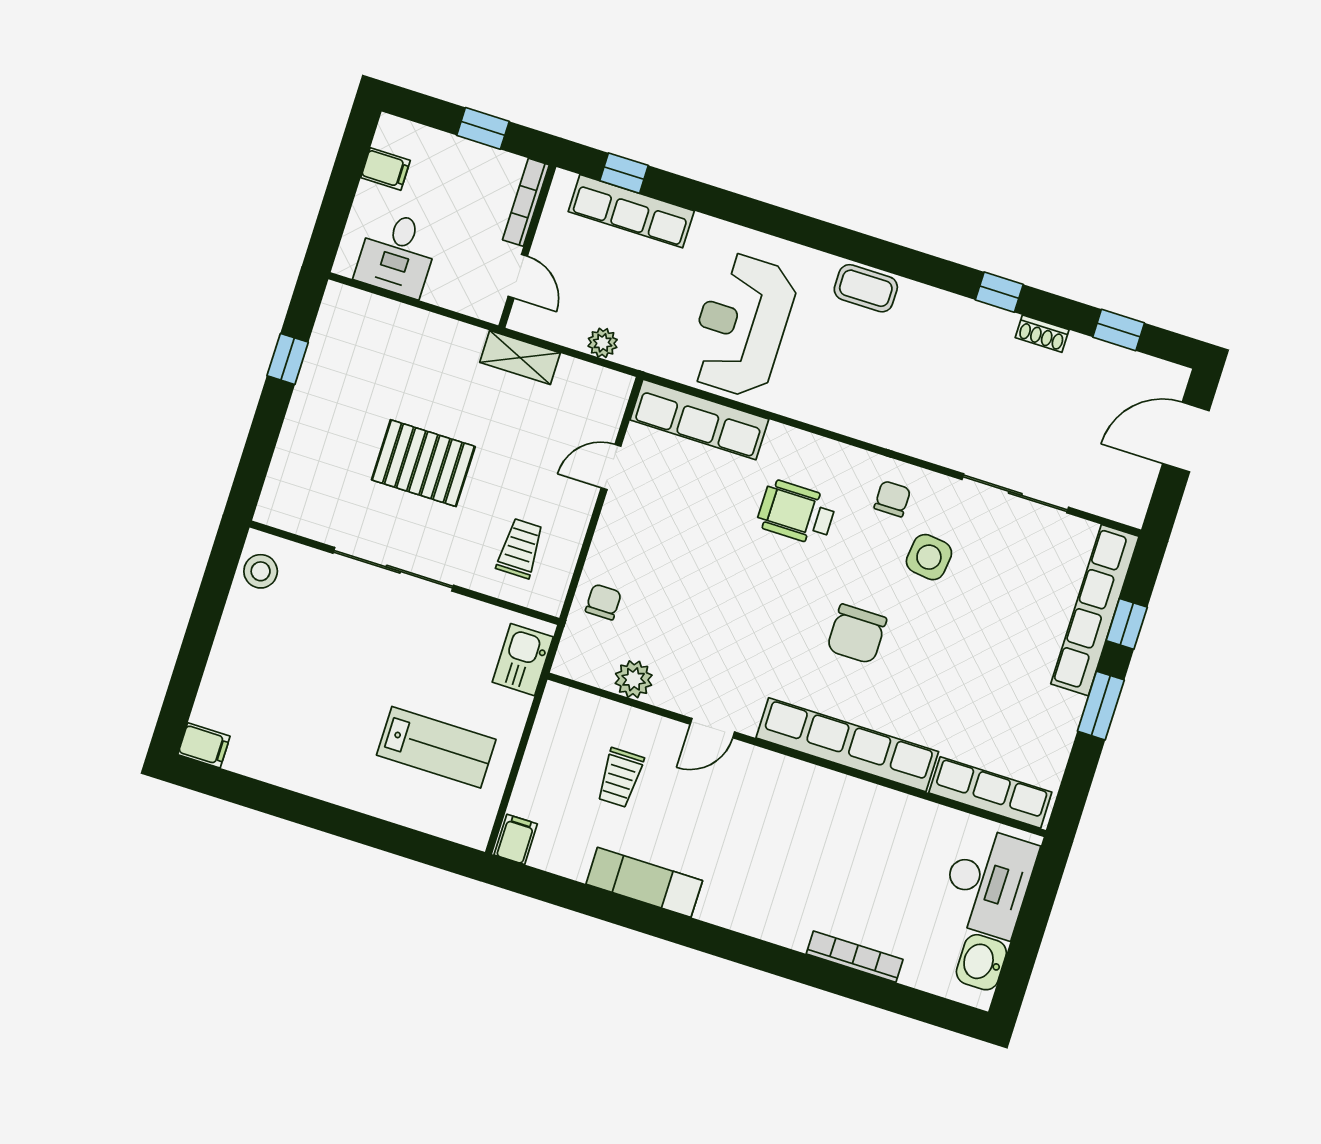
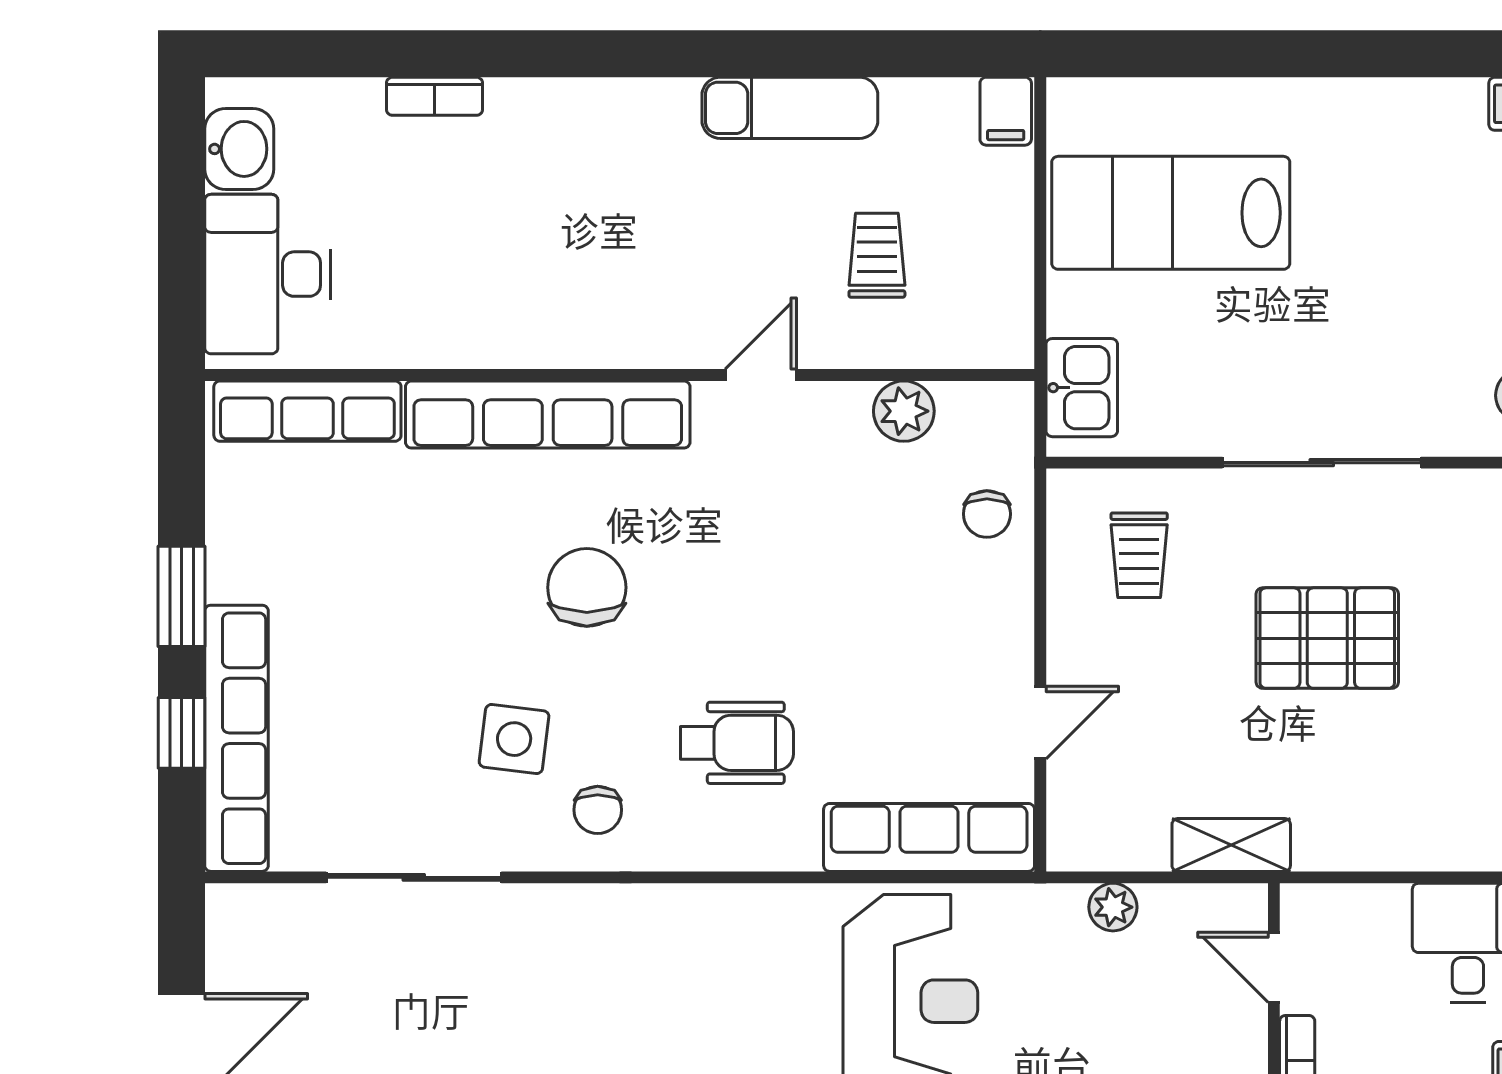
lab bench: (436, 747) -> (1171, 213), width x1.36, depth x1.39
bookcase: (855, 957) -> (435, 96), width x0.64

